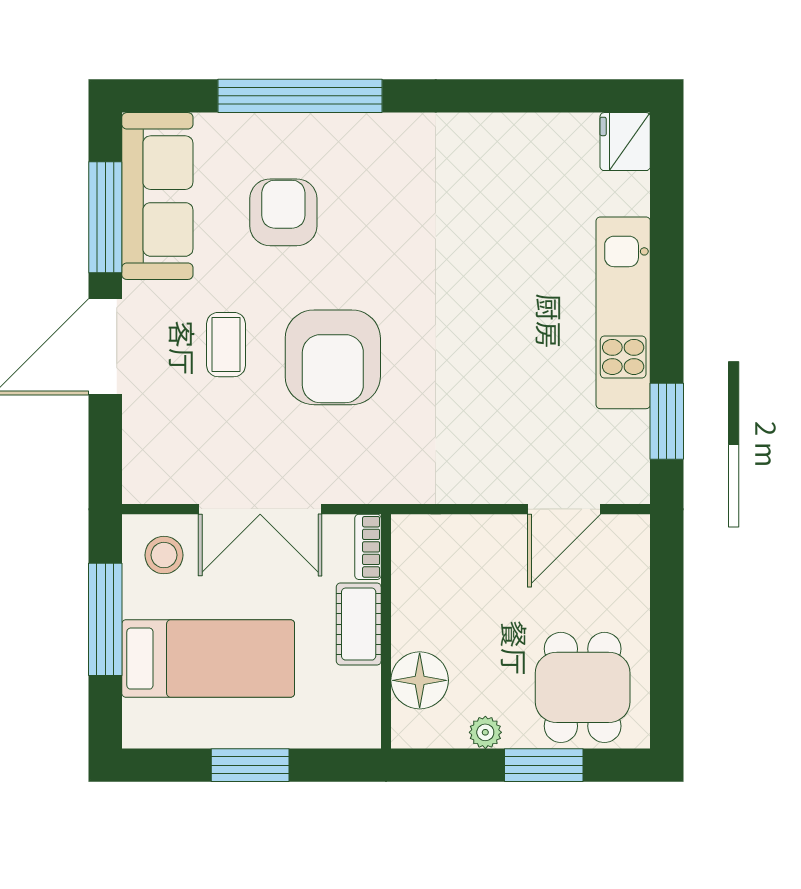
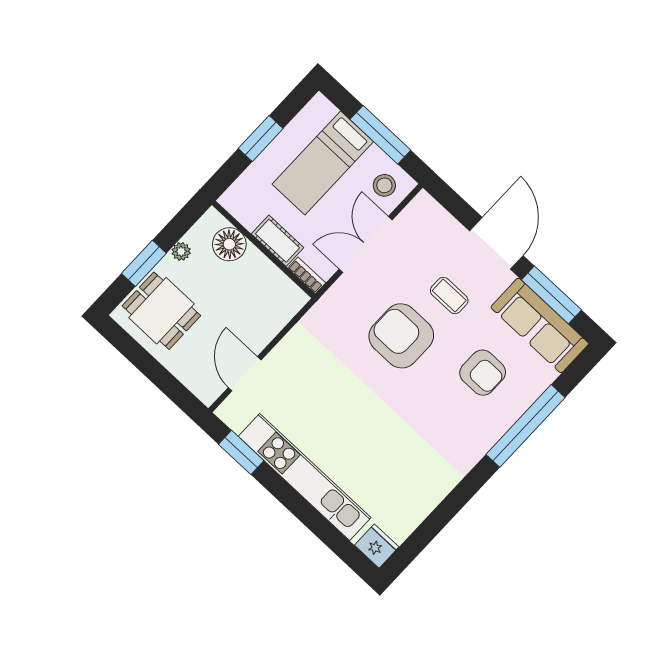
kitchen unit: (623, 313) -> (305, 477), width x1.36

